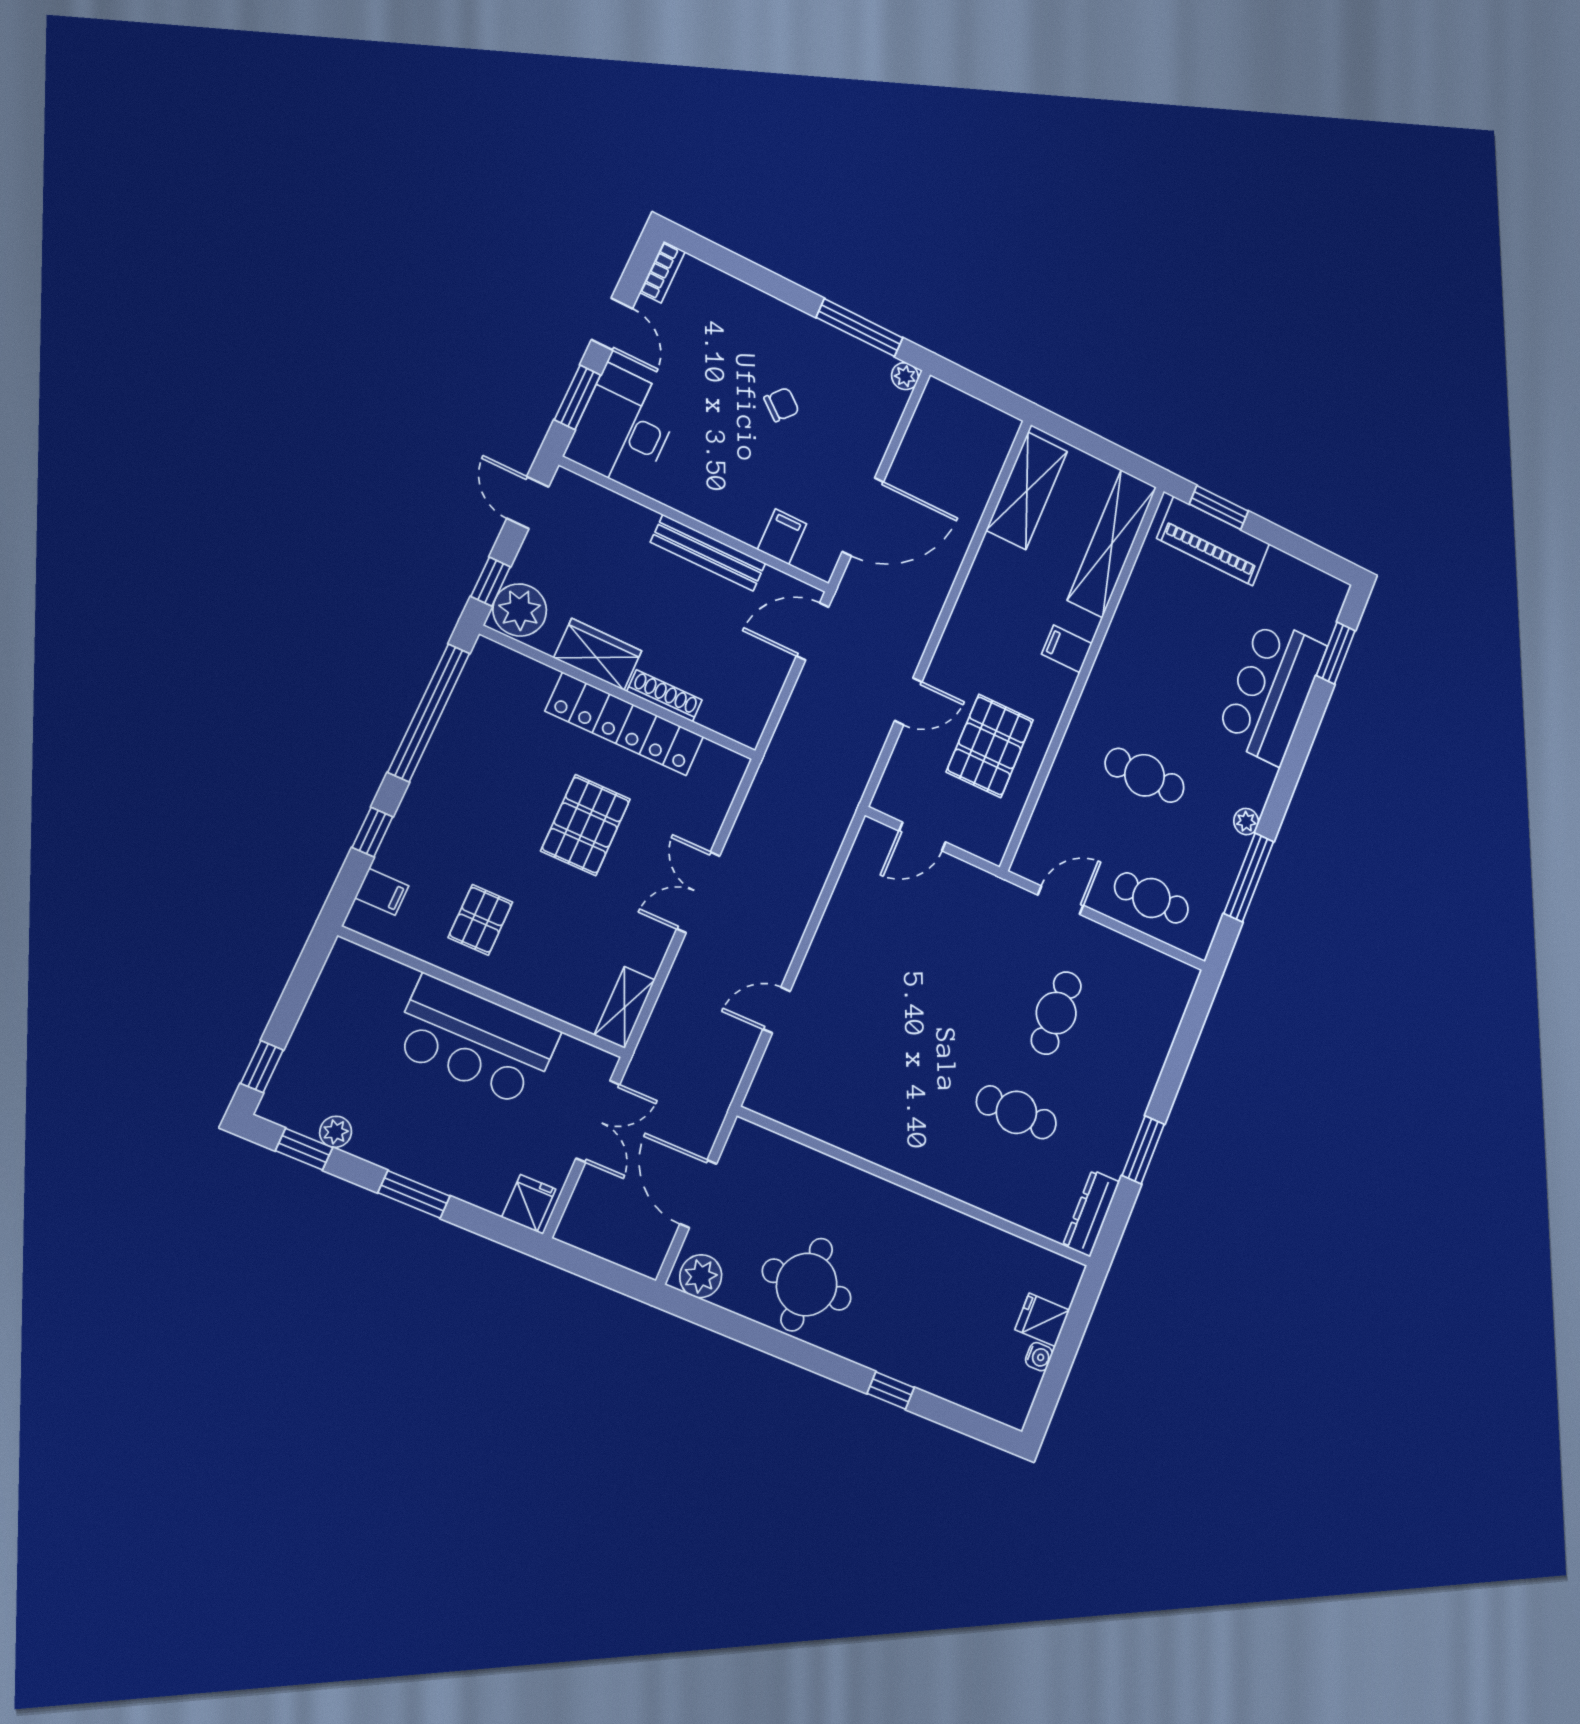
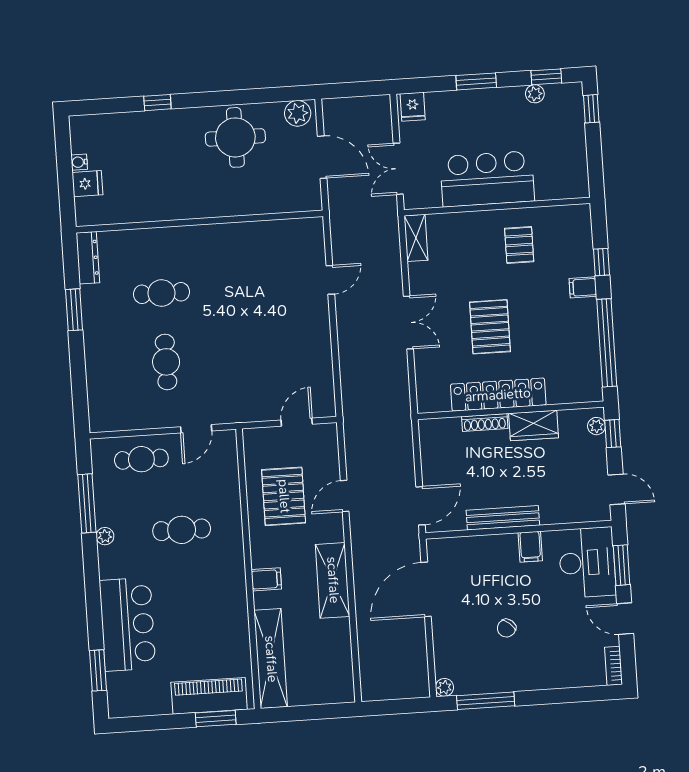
shelving: (1027, 491) -> (333, 580), moved
filing cabinet: (782, 537) -> (530, 547), moved
plant: (520, 610) -> (596, 426), width x0.53, depth x0.53
filing cabinet: (382, 892) -> (583, 287), moved

